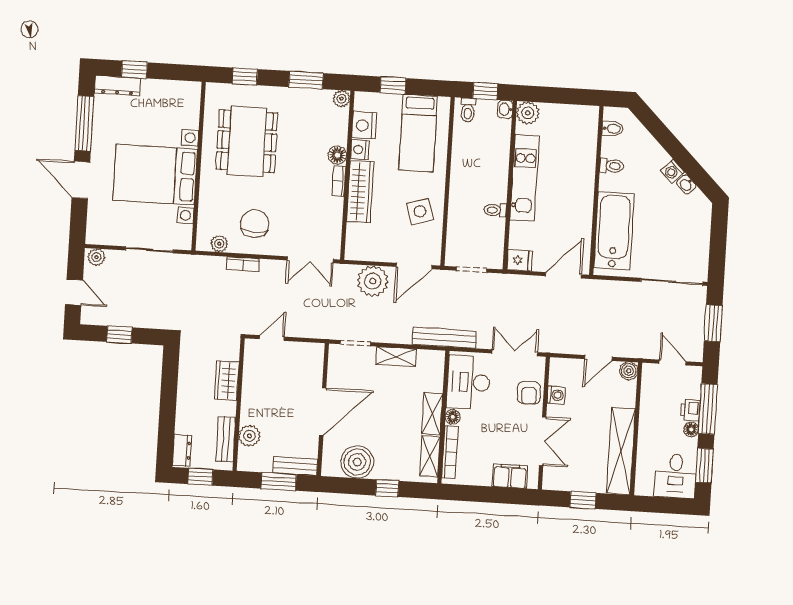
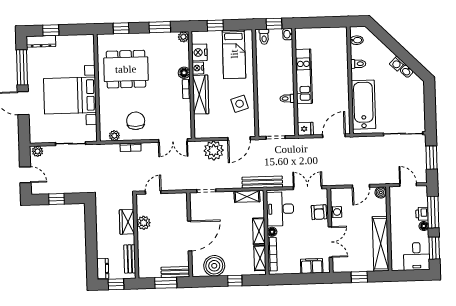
plant: (528, 113) -> (302, 35), removed
dining table: (247, 141) -> (126, 69), turned 90
shelving: (396, 357) -> (247, 196), moved
plant: (249, 436) -> (144, 223), moved

